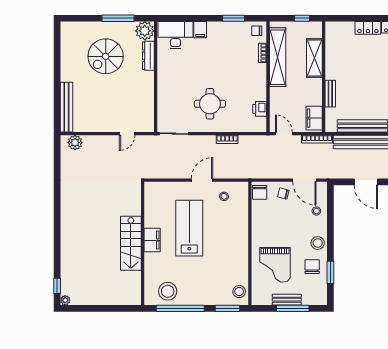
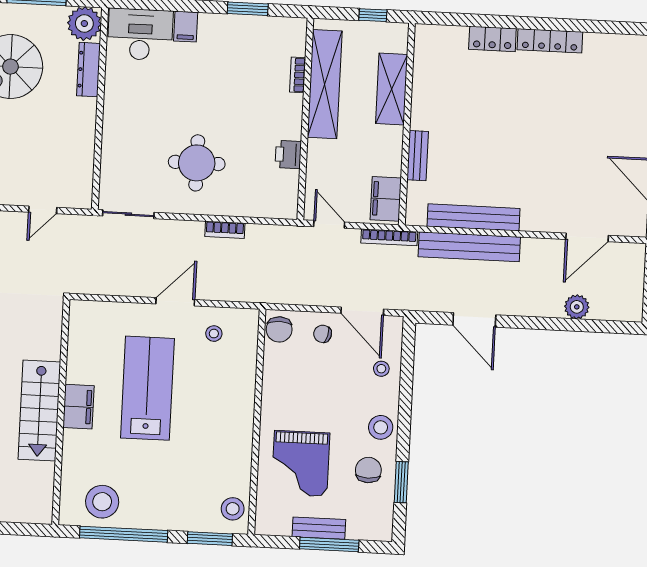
chair: (257, 31) -> (289, 34), removed
printer: (260, 109) -> (288, 154), moved

